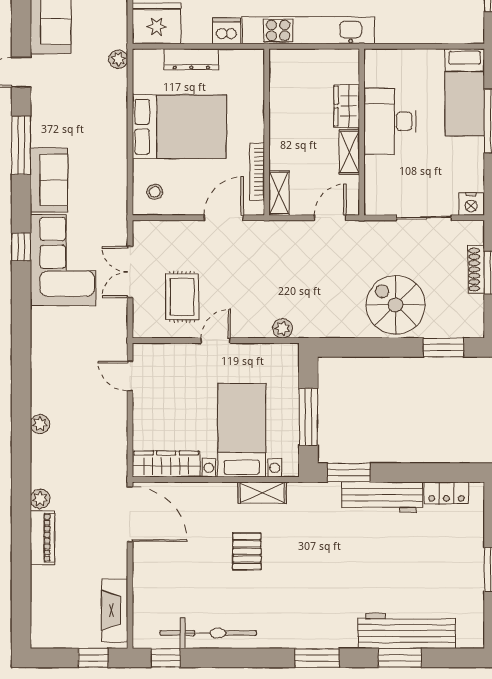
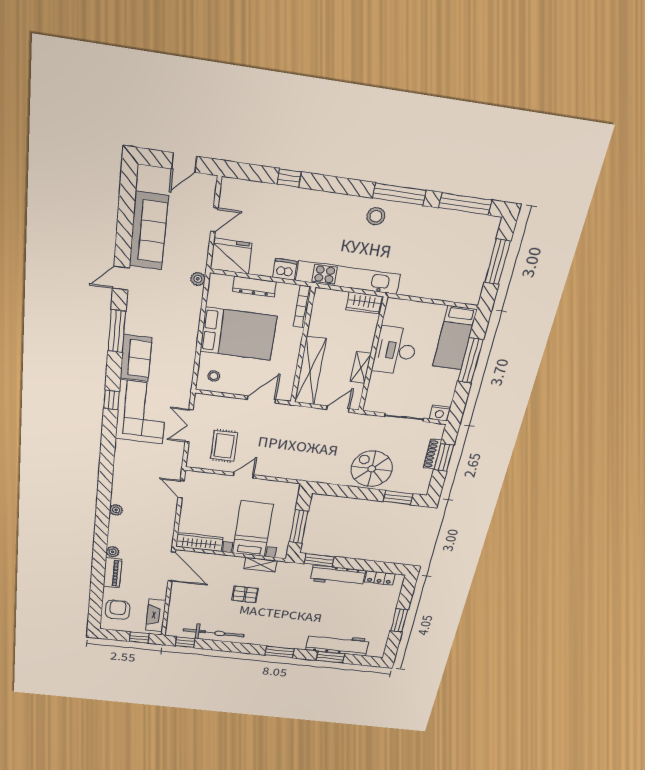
wardrobe: (347, 106) -> (364, 303), moved, turned -90
bookcase: (257, 172) -> (302, 306), moved
shelving: (279, 193) -> (310, 371), width x2.20, depth x1.33
plant: (283, 328) -> (291, 473), removed
pallet: (247, 551) -> (245, 594), turned 90
armchair: (55, 607) -> (118, 610), added

